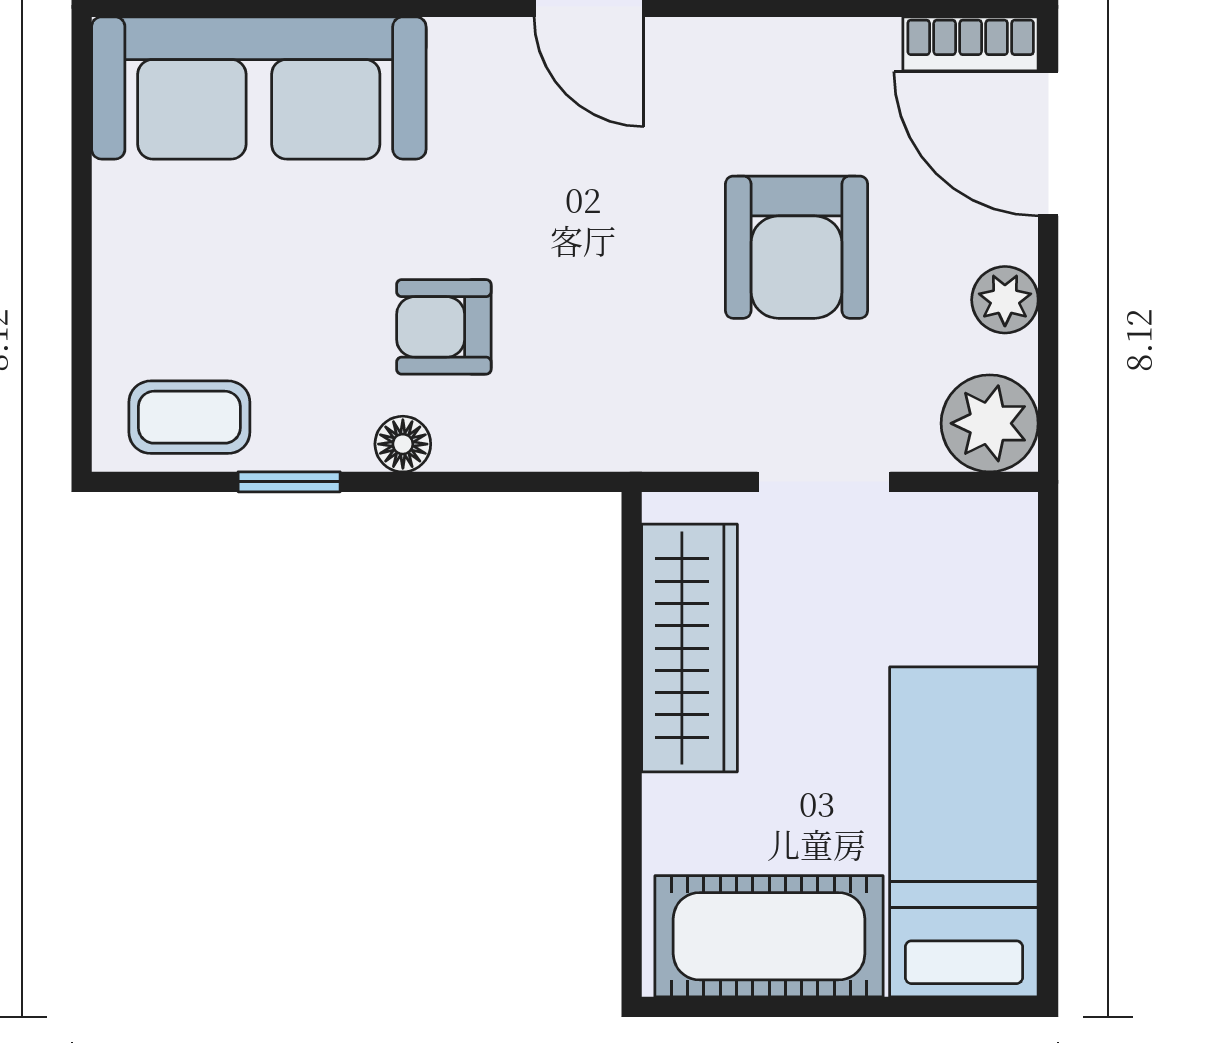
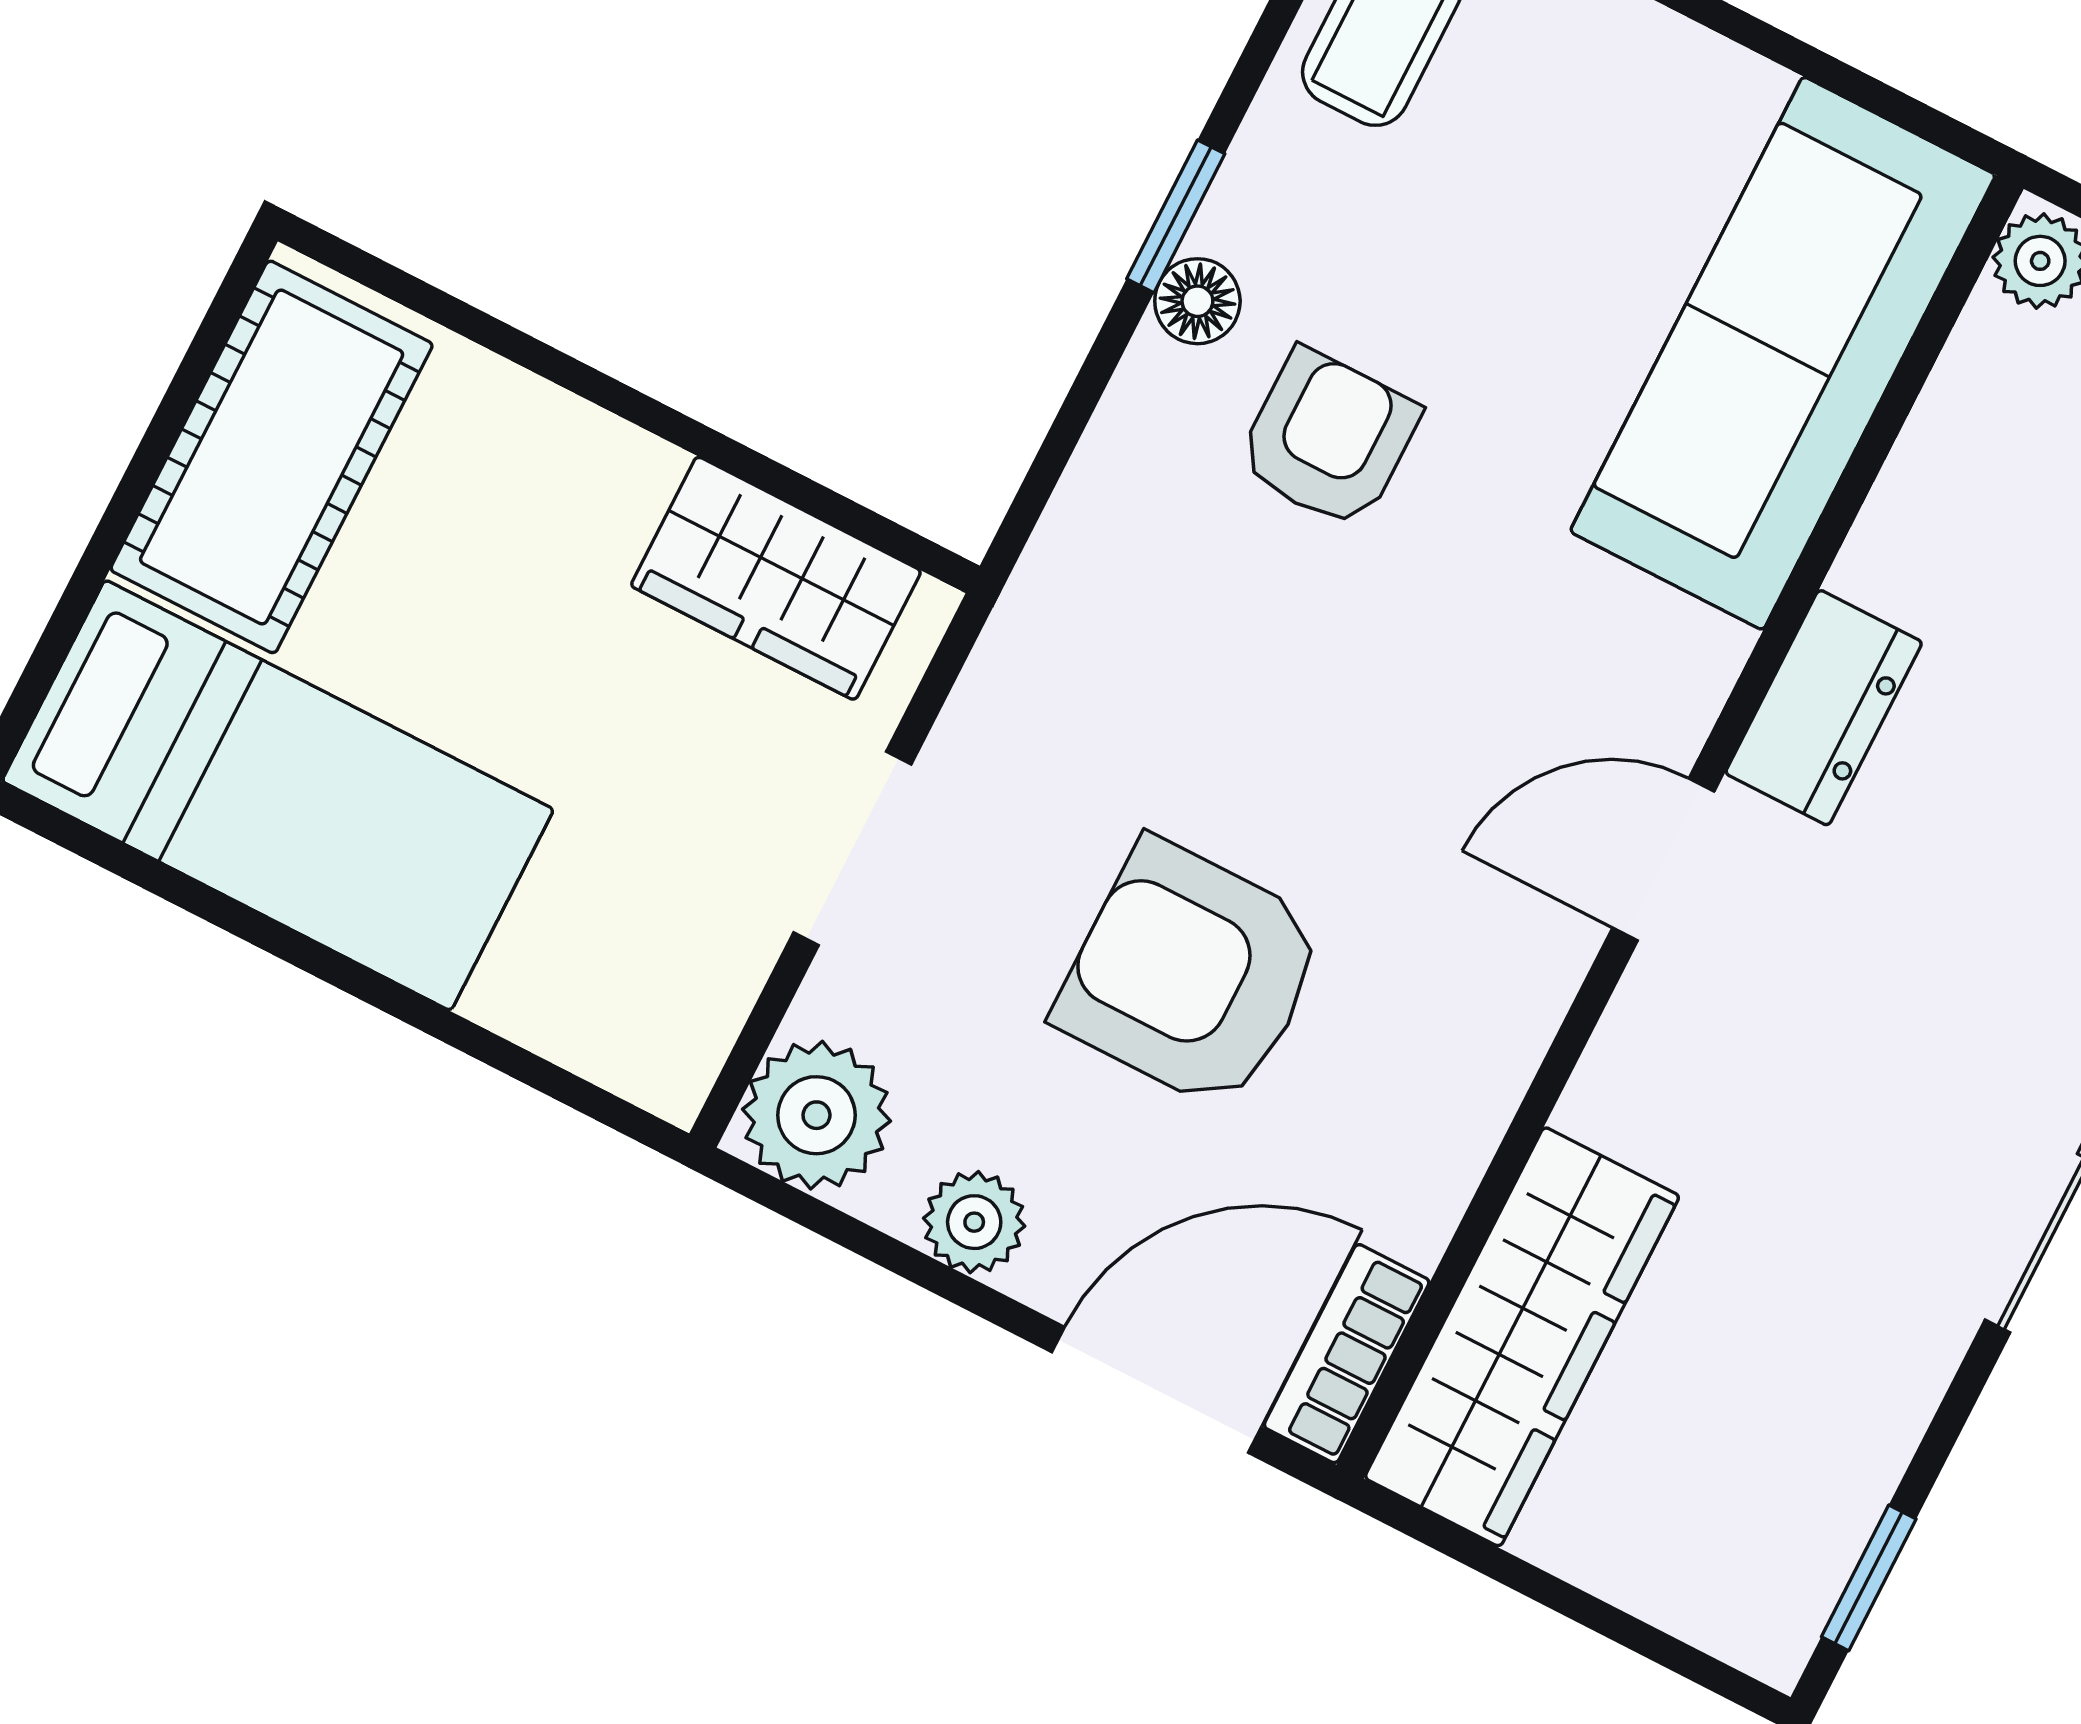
window: (289, 482) -> (1176, 216), moved
wardrobe: (689, 648) -> (776, 578), width x0.67

